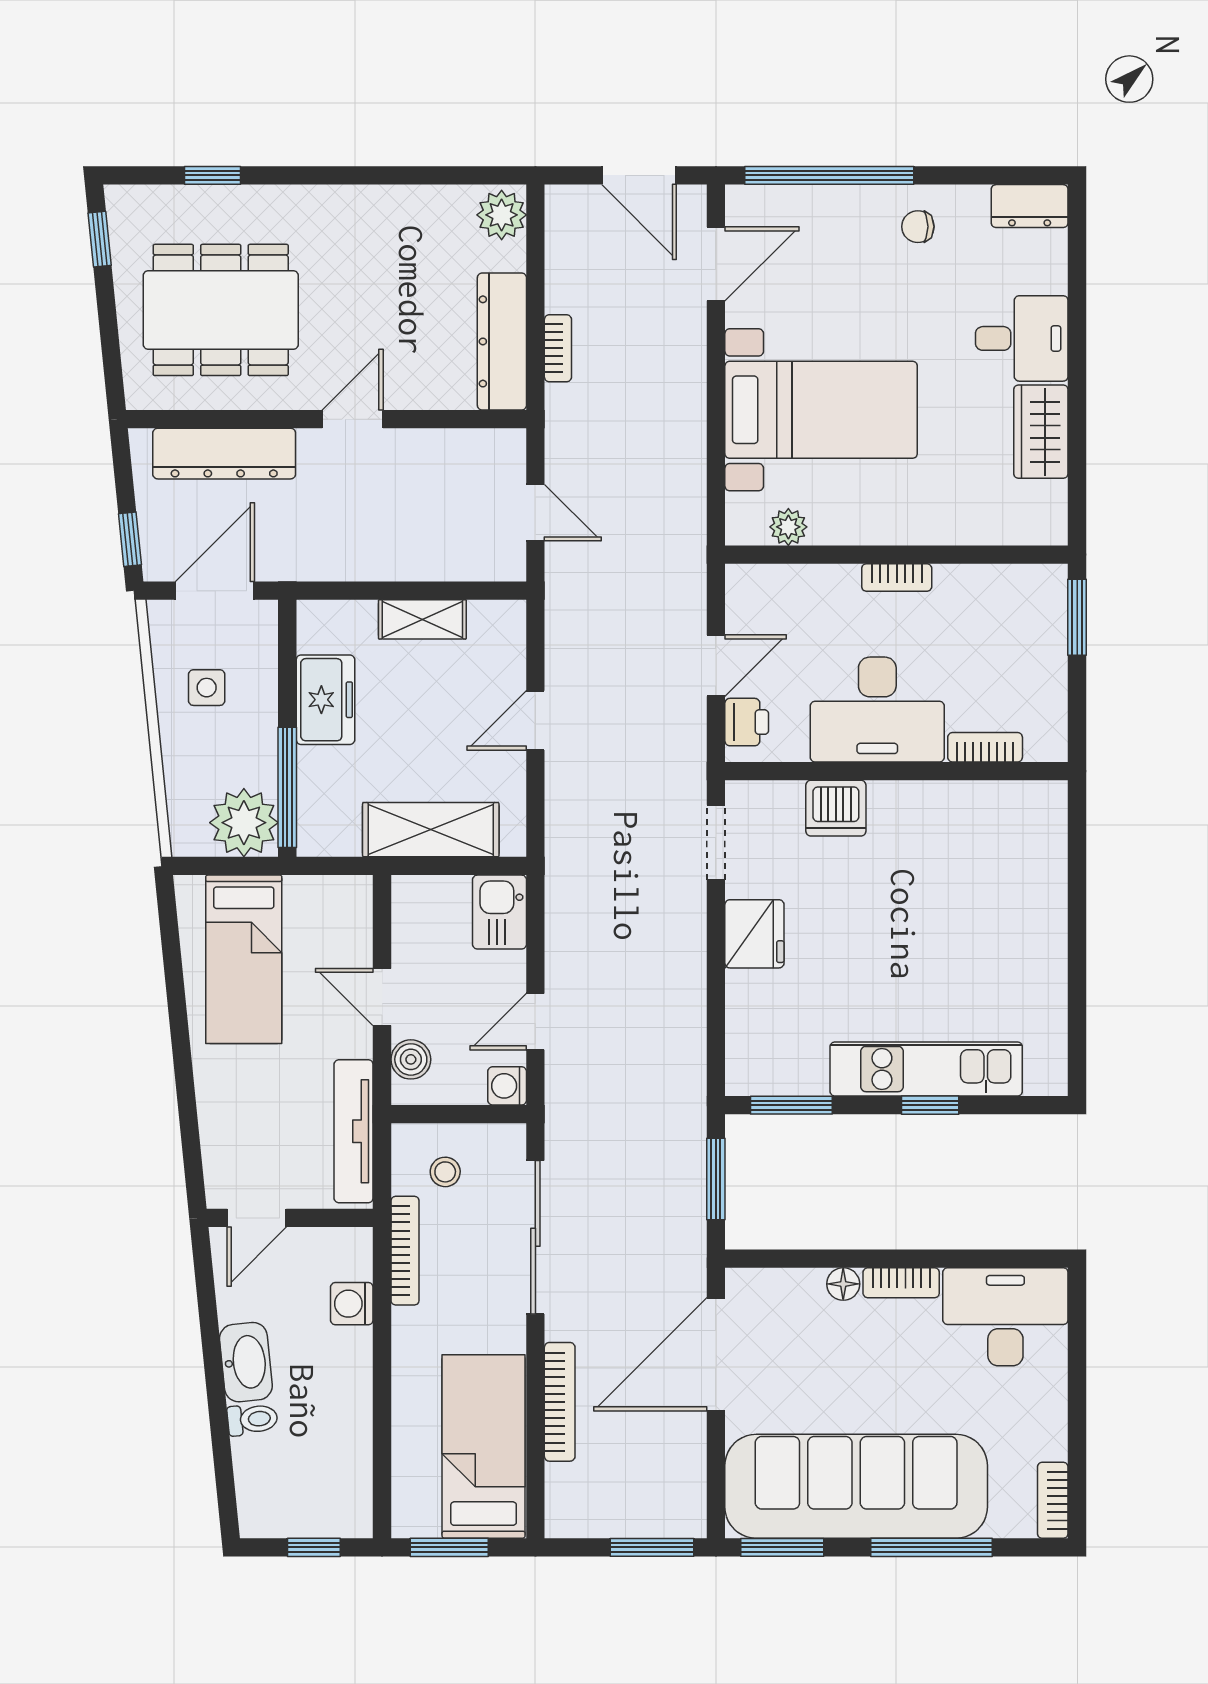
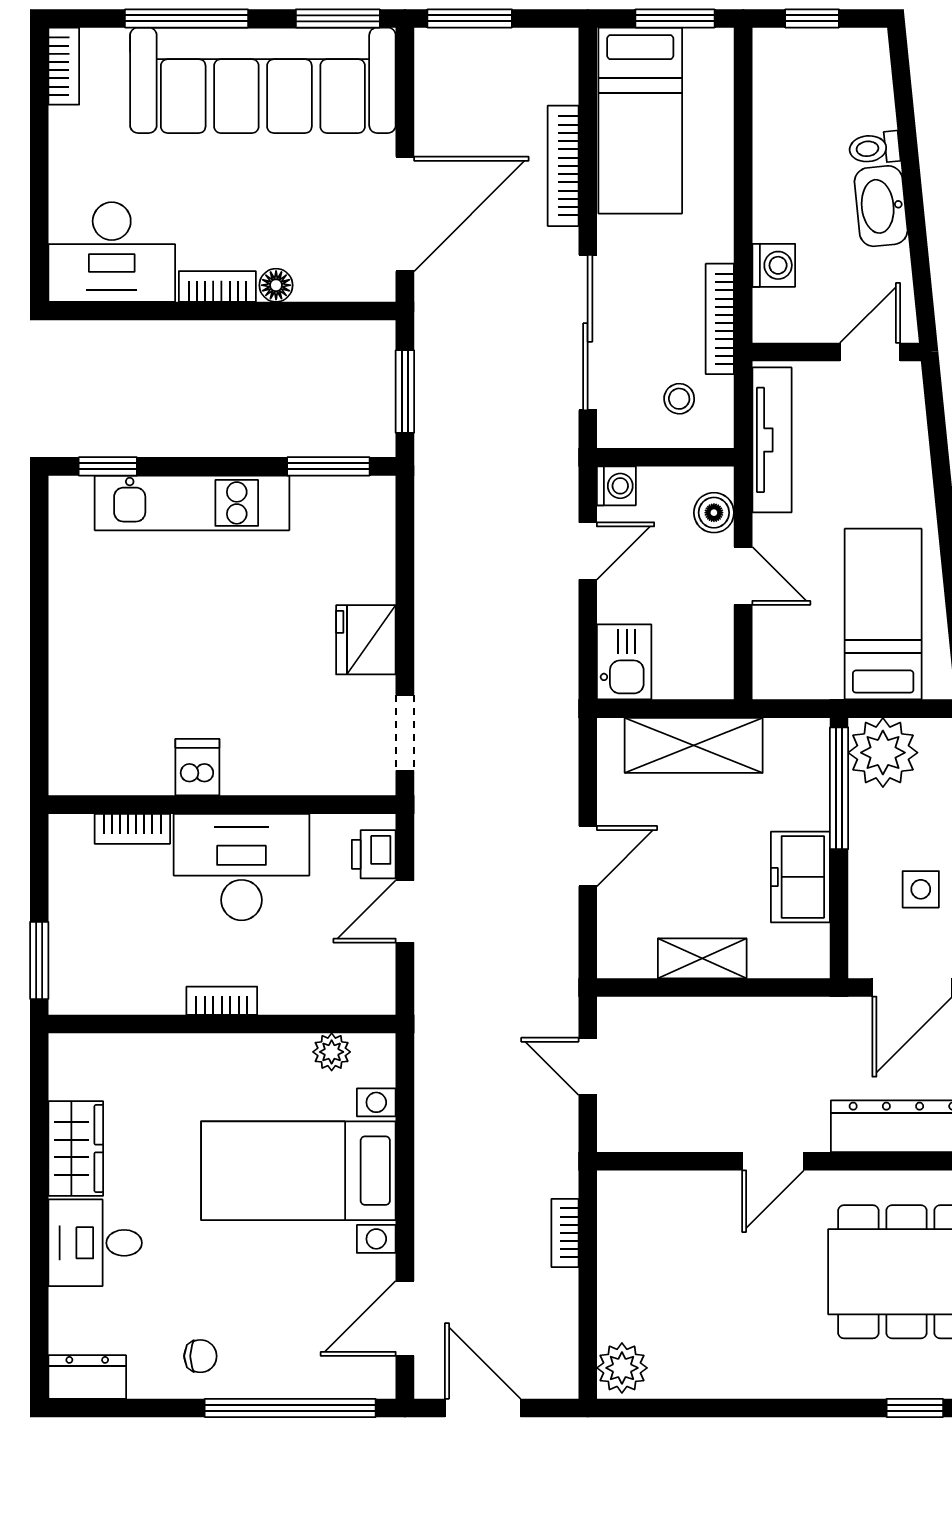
dresser: (502, 341) -> (622, 1240), removed
dishwasher: (836, 808) -> (197, 767), moved, width x0.73
window: (930, 1105) -> (108, 466), moved

